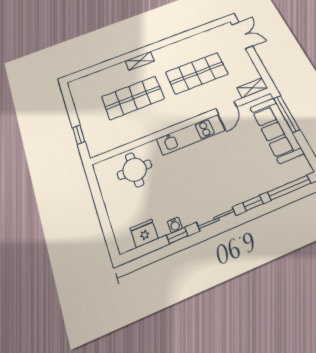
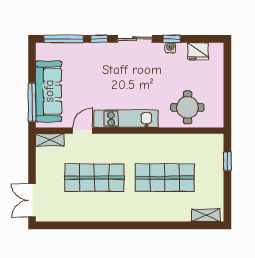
shelving: (140, 61) -> (206, 215), moved

